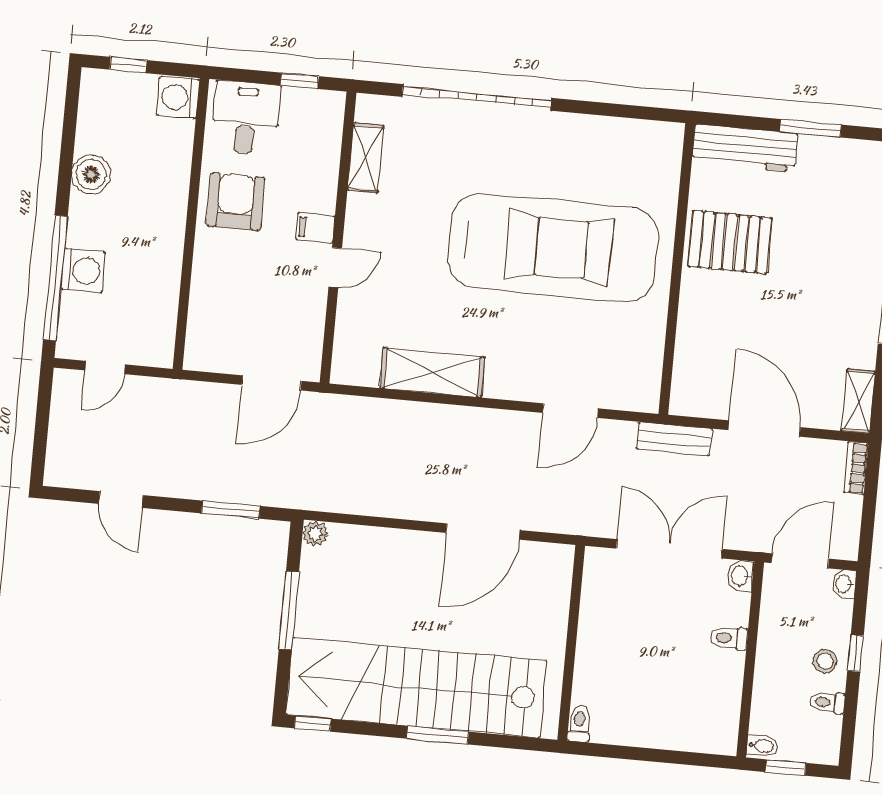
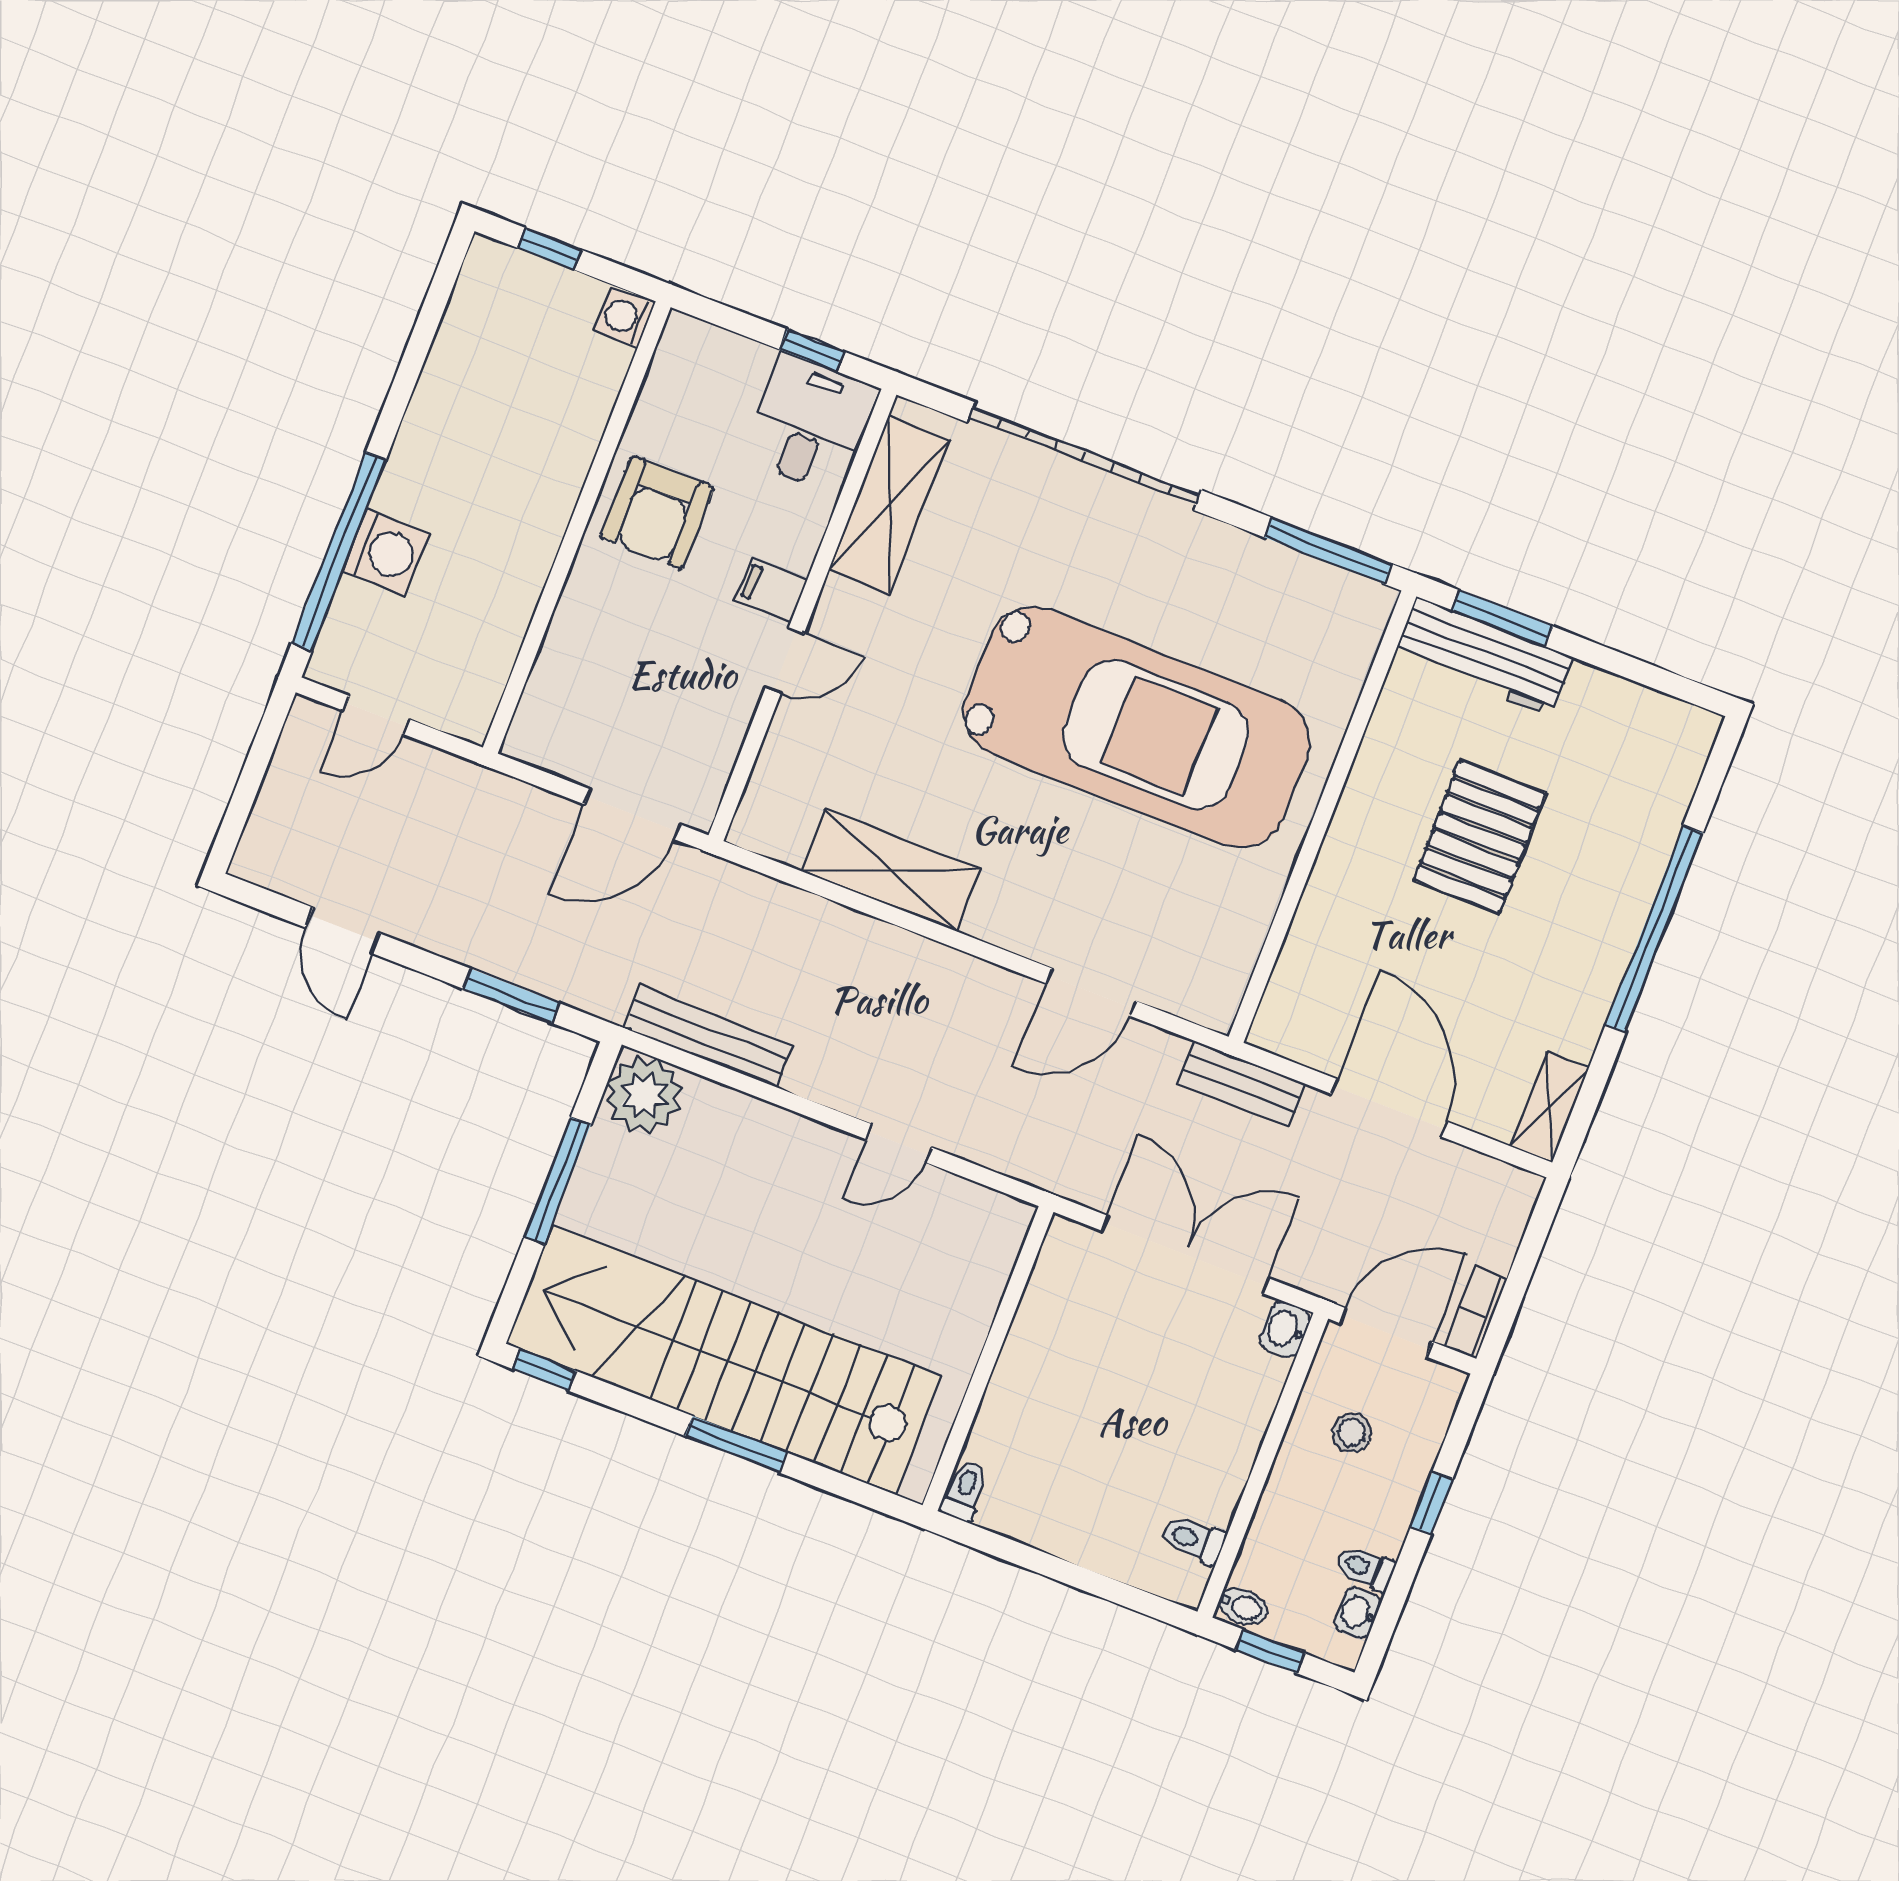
washing machine: (178, 97) -> (625, 317), width x0.73, depth x0.73
window: (636, 112) -> (1328, 551), added
desk: (246, 118) -> (811, 423), moved
window: (811, 128) -> (1502, 618), moved
shelving: (365, 158) -> (889, 505), width x1.50, depth x1.33
boiler: (91, 174) -> (442, 405), removed
armchair: (236, 202) -> (657, 512), turned 180
pallet: (730, 242) -> (1480, 837), moved, turned 90
bookcase: (856, 468) -> (1476, 1313), moved
bench: (353, 500) -> (708, 1036), added
door: (483, 531) -> (899, 1143), width x0.53
plant: (315, 534) -> (644, 1095), width x1.88, depth x1.88
washbasin: (844, 584) -> (1358, 1613), moved
toilet: (729, 638) -> (1193, 1539), moved
stool: (825, 661) -> (1352, 1433), moved

